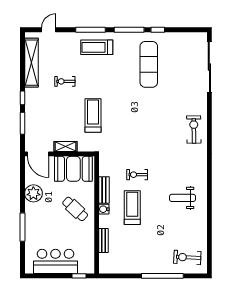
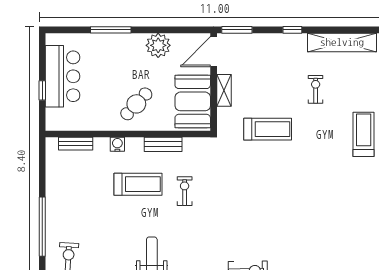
exercise mat: (149, 64) -> (339, 207), removed
window: (23, 123) -> (237, 30), moved
water cooler: (104, 209) -> (117, 144), moved
bench: (103, 240) -> (76, 144), moved
window: (79, 276) -> (42, 90), moved

